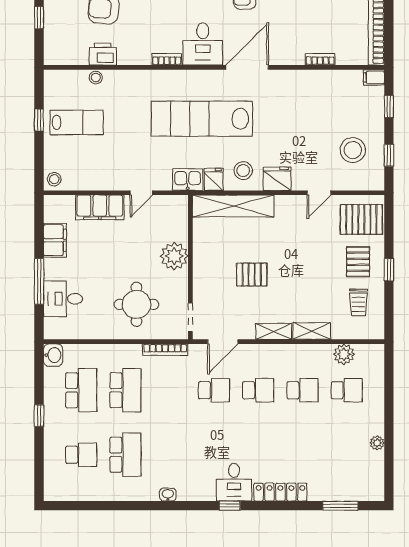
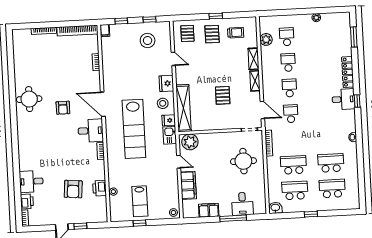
lab bench: (77, 122) -> (140, 201), turned 180
pallet: (361, 219) -> (187, 33), width x0.67, depth x0.71
plant: (174, 256) -> (190, 142), moved
pallet: (358, 262) -> (212, 34), turned 90
school desk: (81, 455) -> (332, 189), width x1.85

